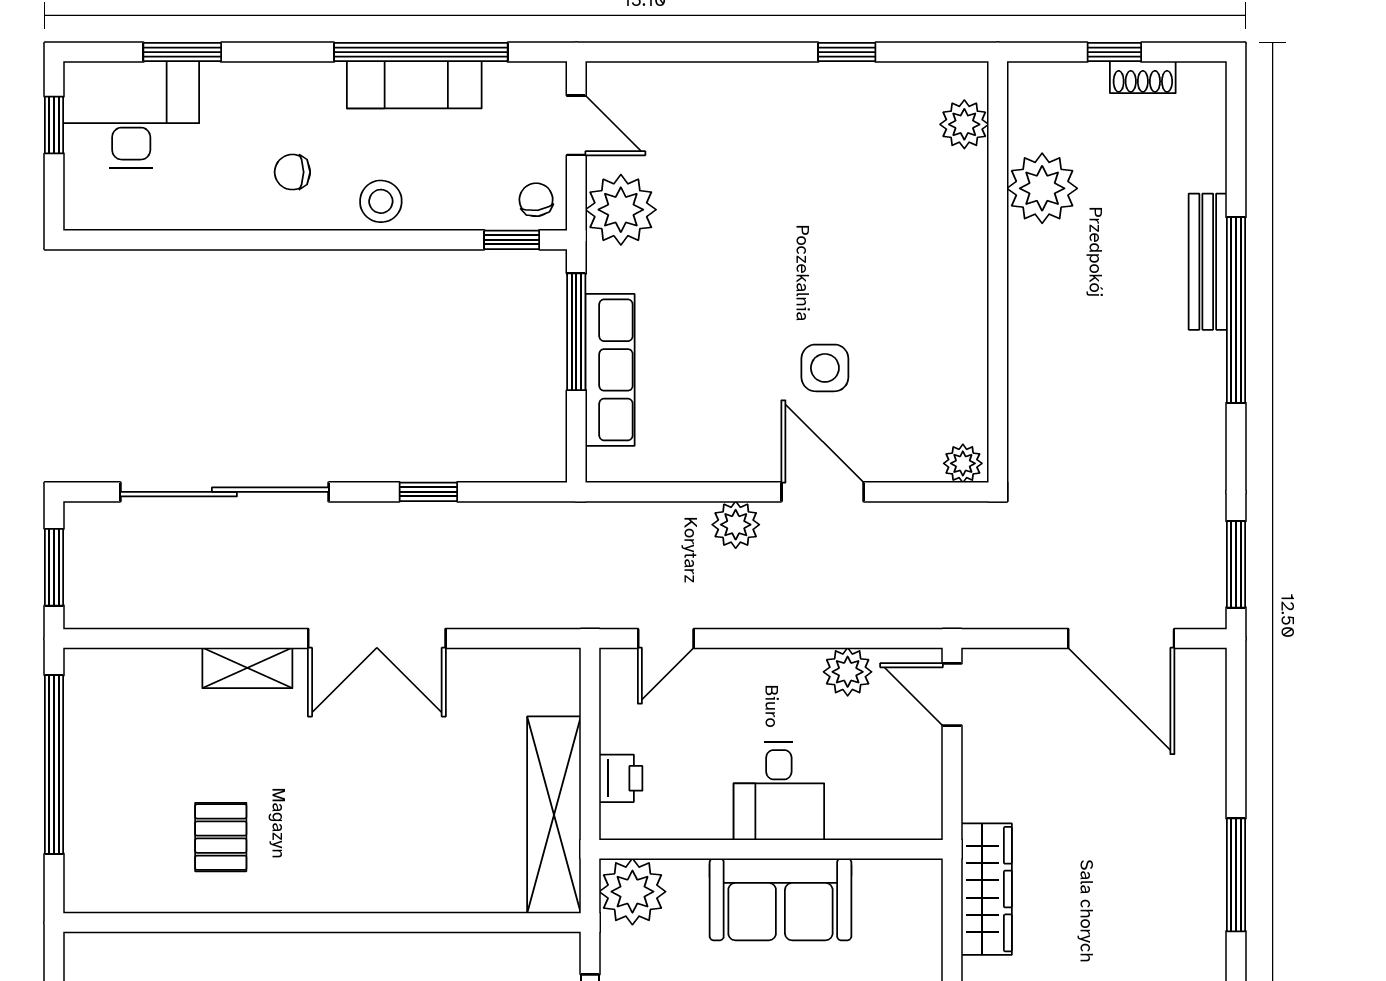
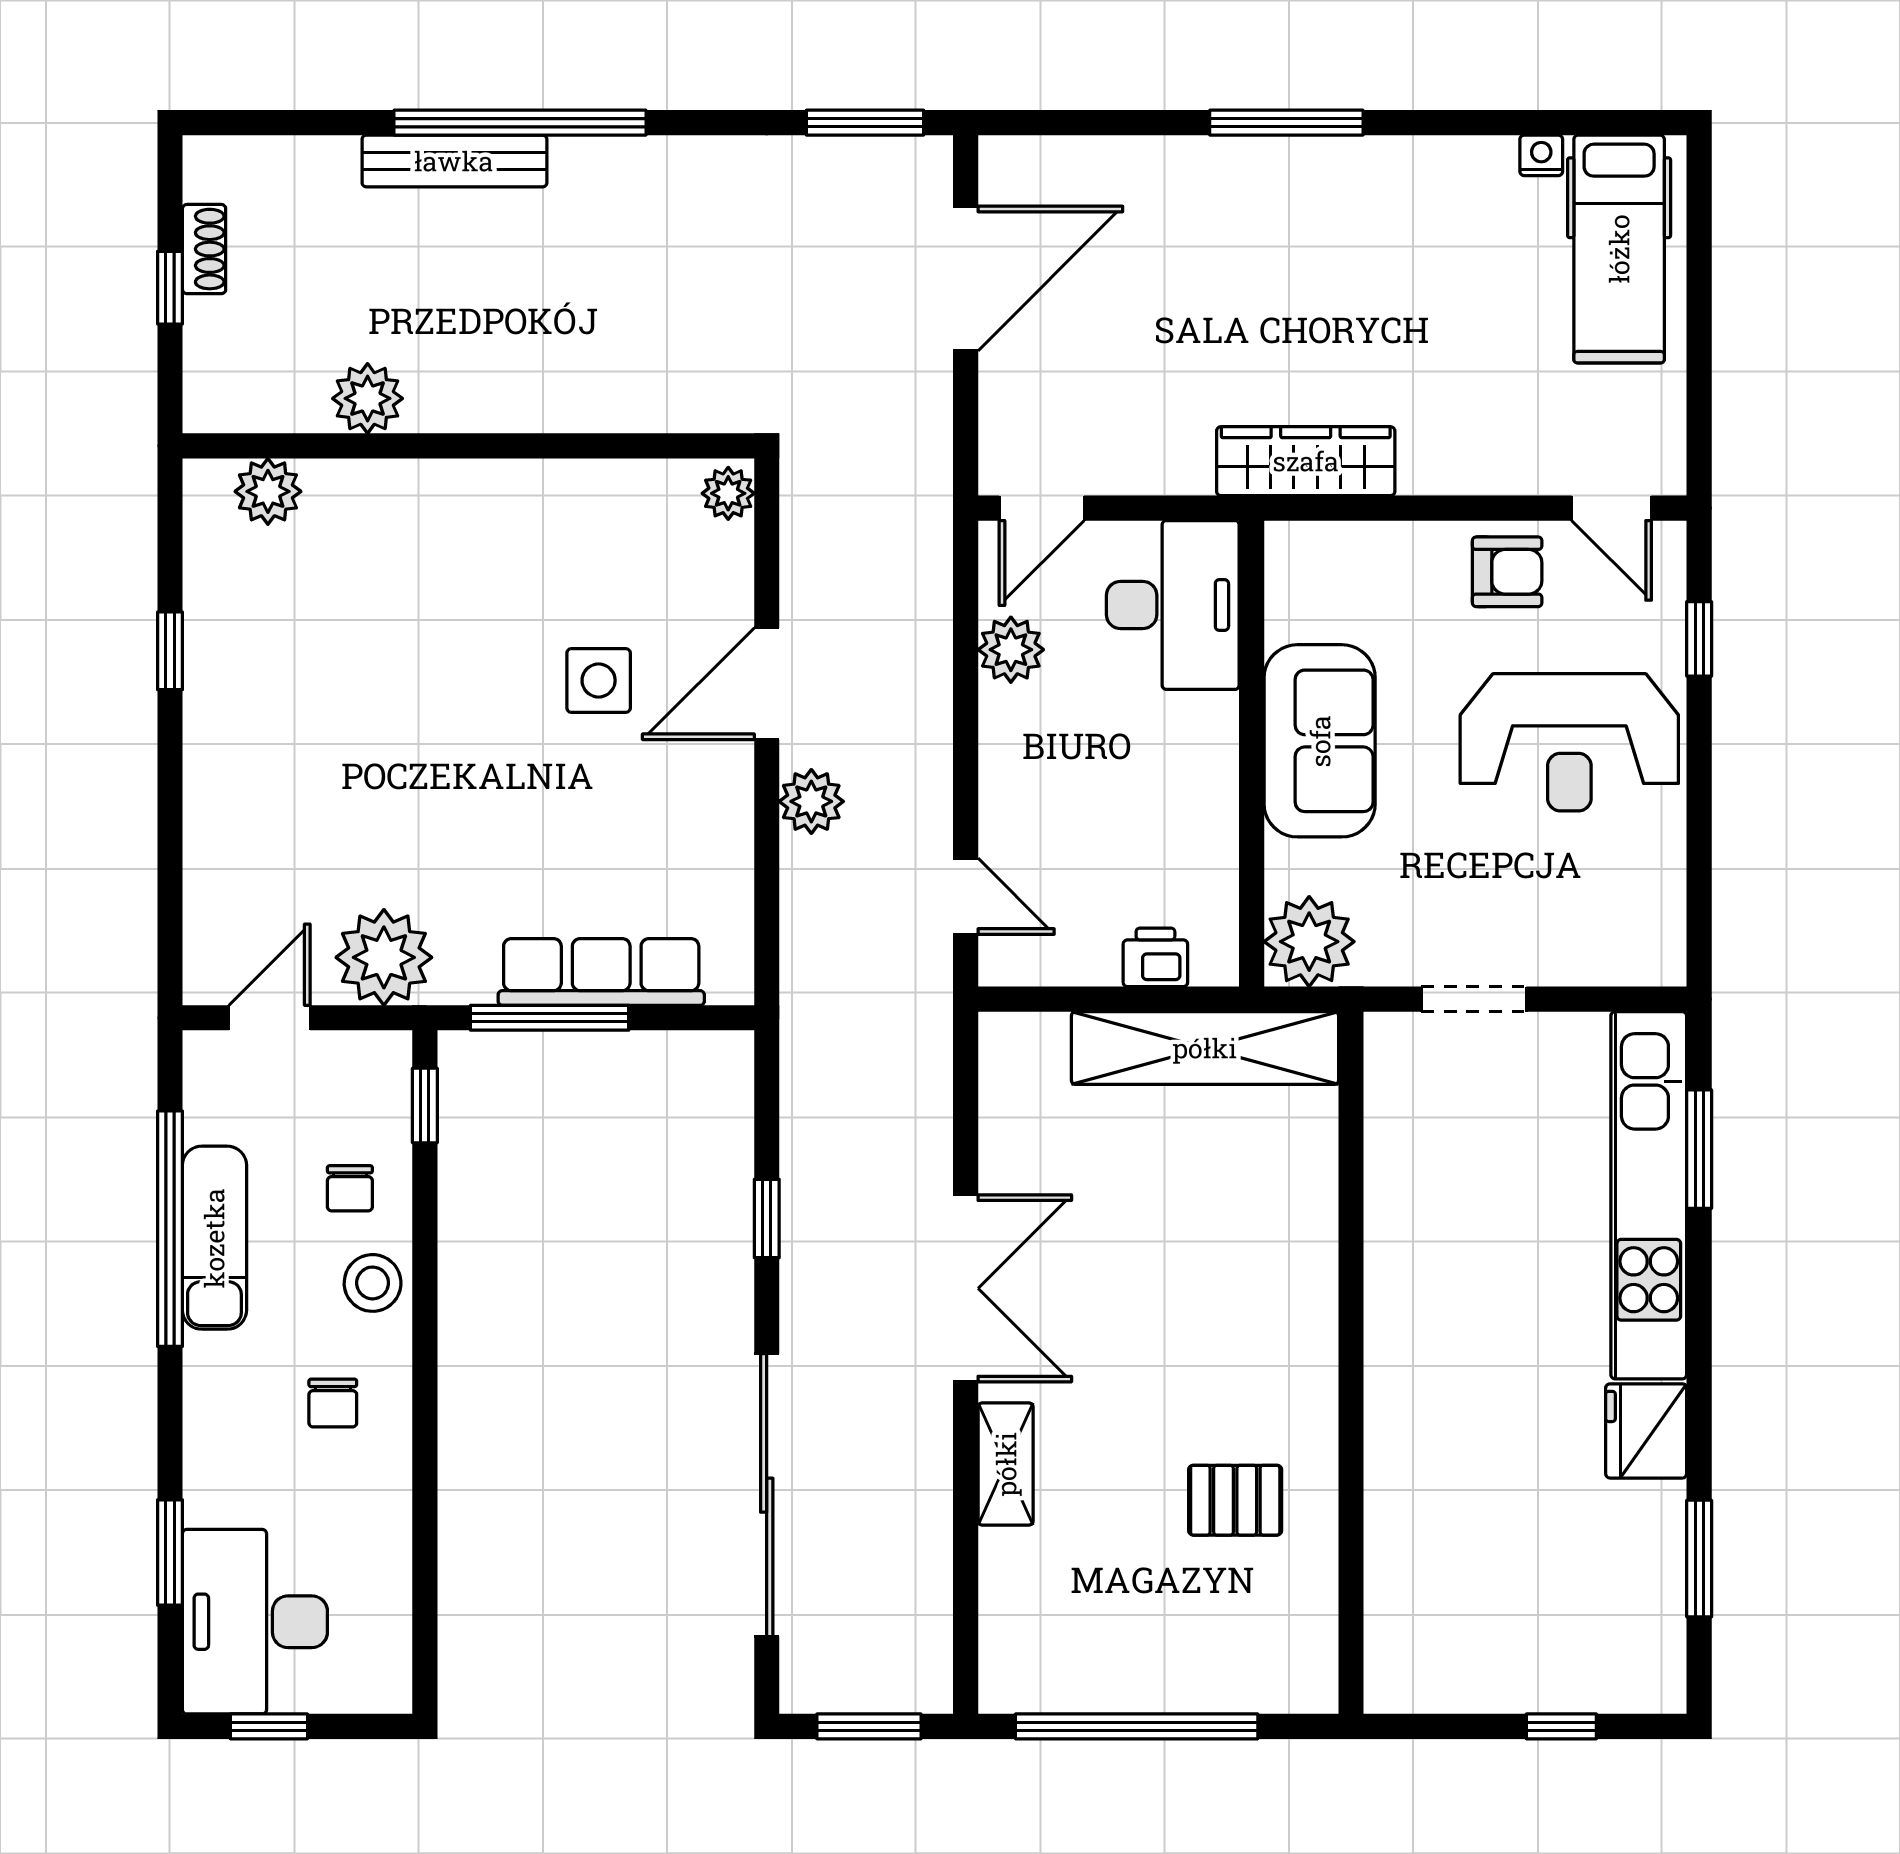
plant: (1042, 188) -> (368, 398), width x0.73, depth x0.73
chair: (536, 200) -> (350, 1188), moved, turned -82
desk: (779, 791) -> (1173, 605), moved, width x1.37

